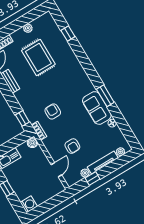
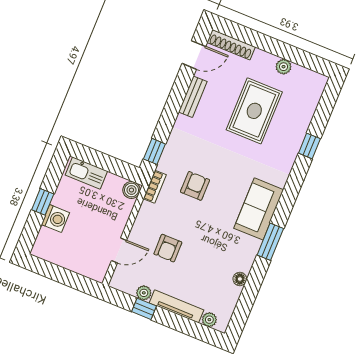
window: (68, 34) -> (309, 146), moved
sofa: (97, 108) -> (259, 209), moved
washing machine: (29, 204) -> (56, 219), moved

